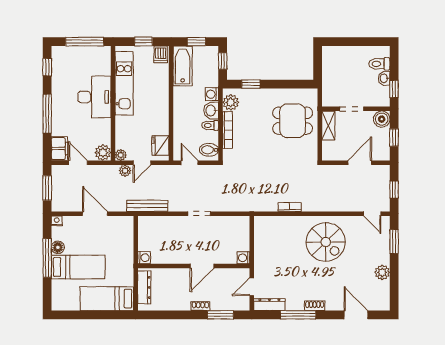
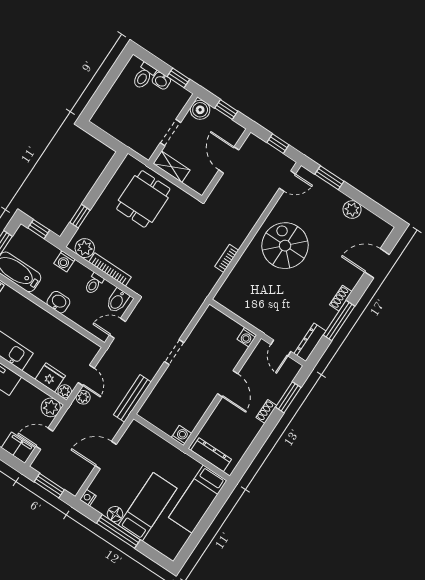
washbasin: (211, 110) -> (58, 302), moved, turned 180
fridge: (160, 145) -> (50, 378), moved, turned 180
spiral stairs: (326, 242) -> (285, 246), turned -90

